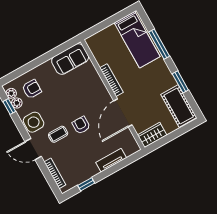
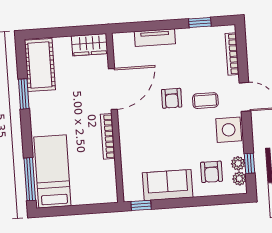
window: (159, 44) -> (30, 179), moved
window: (68, 45) -> (141, 205), added
sofa: (70, 59) -> (168, 185), moved
armchair: (32, 89) -> (211, 172), turned -90

